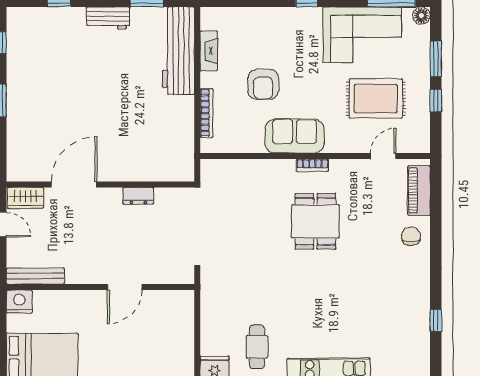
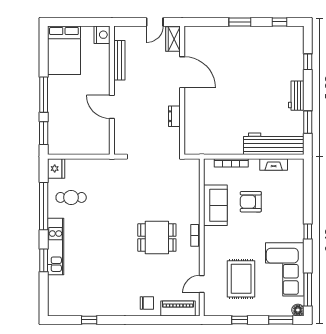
window: (436, 59) -> (281, 320), moved
sofa: (295, 136) -> (215, 205), moved
door: (383, 156) -> (202, 284), swing flipped
bench: (35, 276) -> (119, 60), moved

